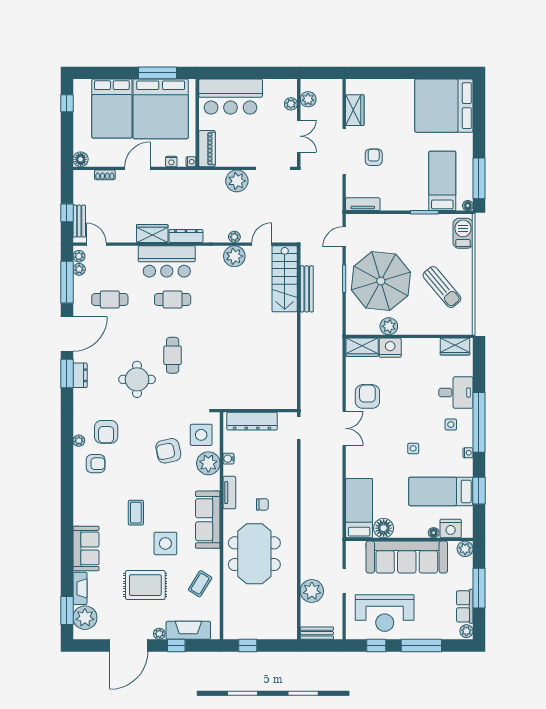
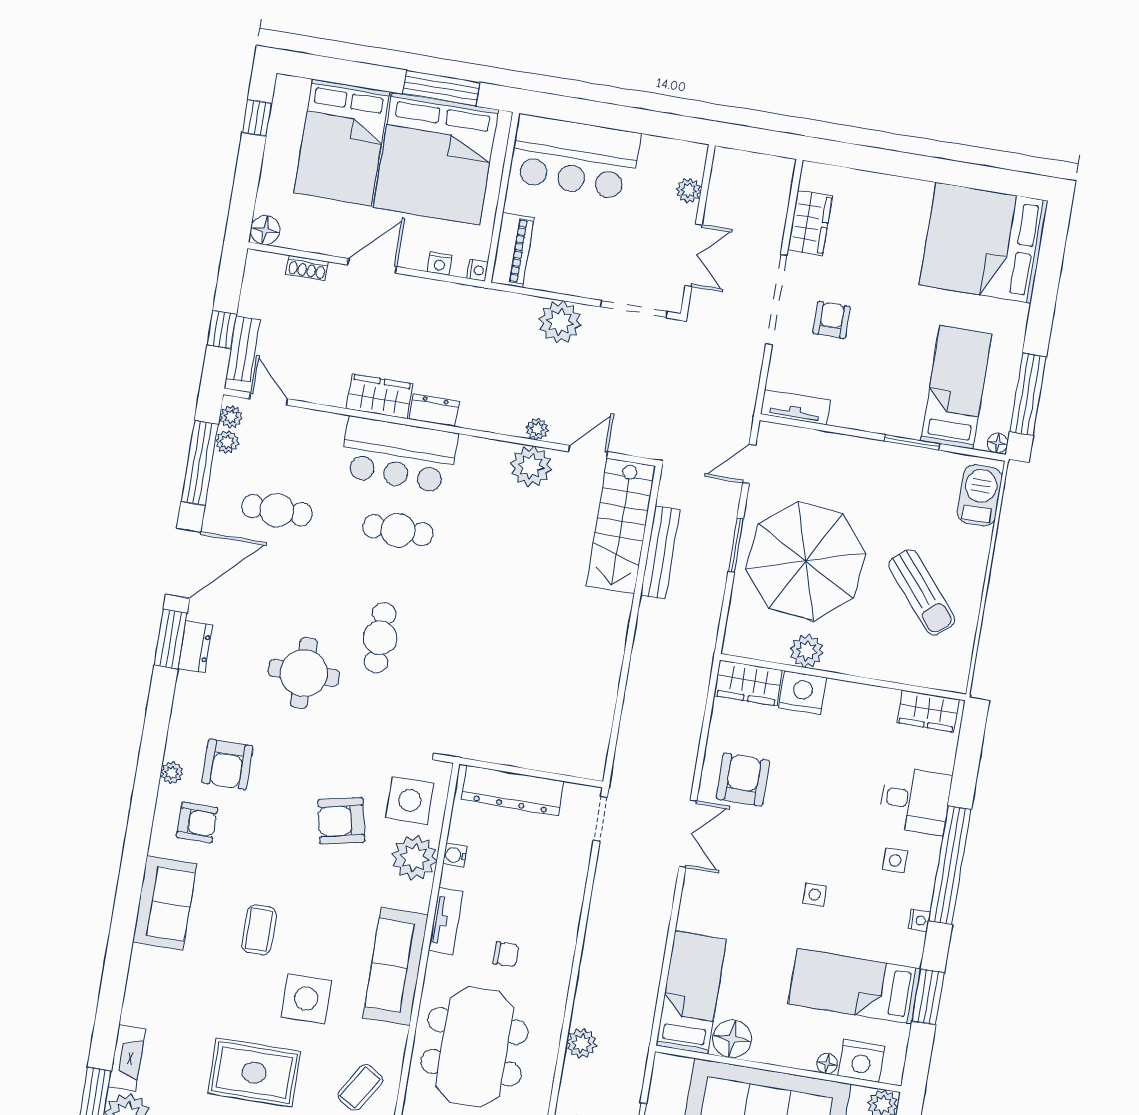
plant: (308, 99) -> (582, 1043), moved
dresser: (186, 236) -> (434, 410), width x0.70
sofa: (86, 548) -> (165, 903), moved

